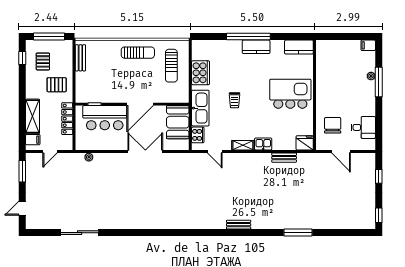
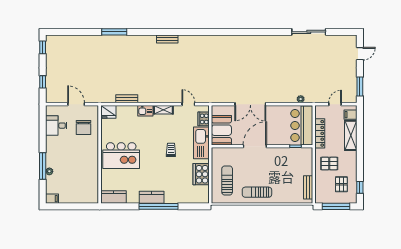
bar counter: (105, 118) -> (302, 126), moved, turned -90

